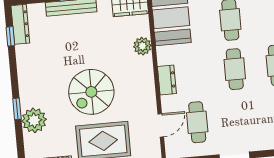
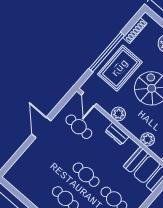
plant: (147, 98) -> (118, 114), added
door: (161, 125) -> (89, 99), moved

